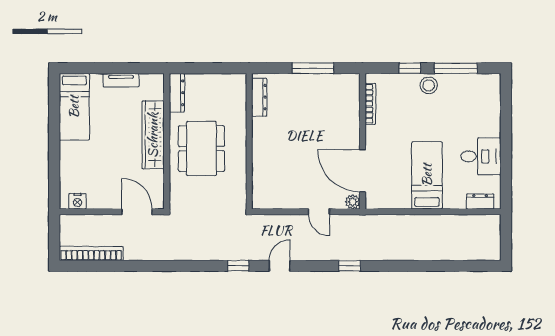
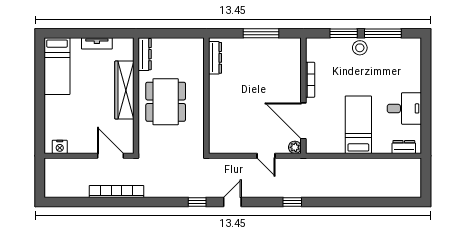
window: (410, 68) -> (344, 33), width x1.50
bookcase: (370, 104) -> (310, 80), moved
bookcase: (91, 253) -> (116, 191), moved

